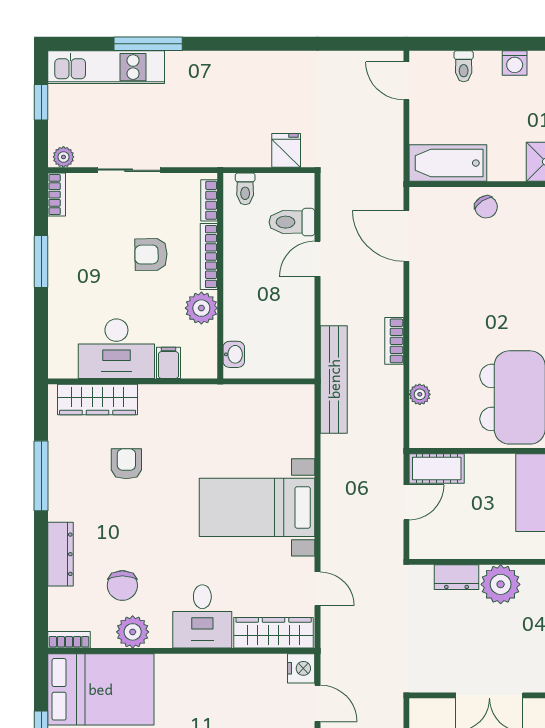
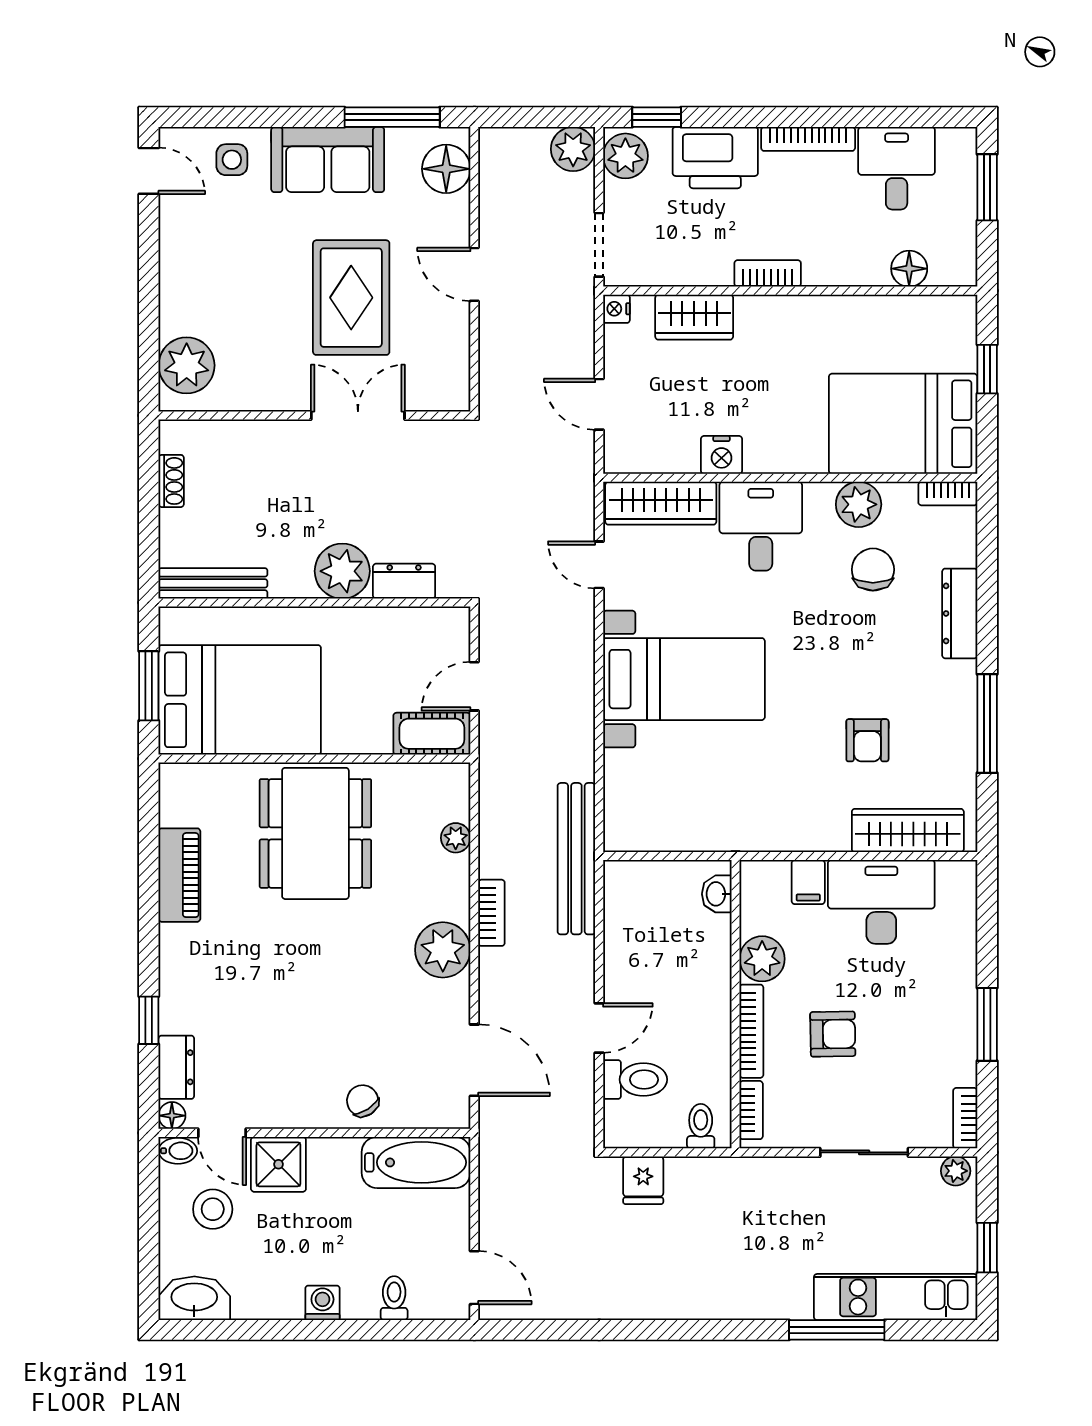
plant: (429, 314) -> (443, 950), added
nightstand: (301, 668) -> (721, 455), moved, turned -90

